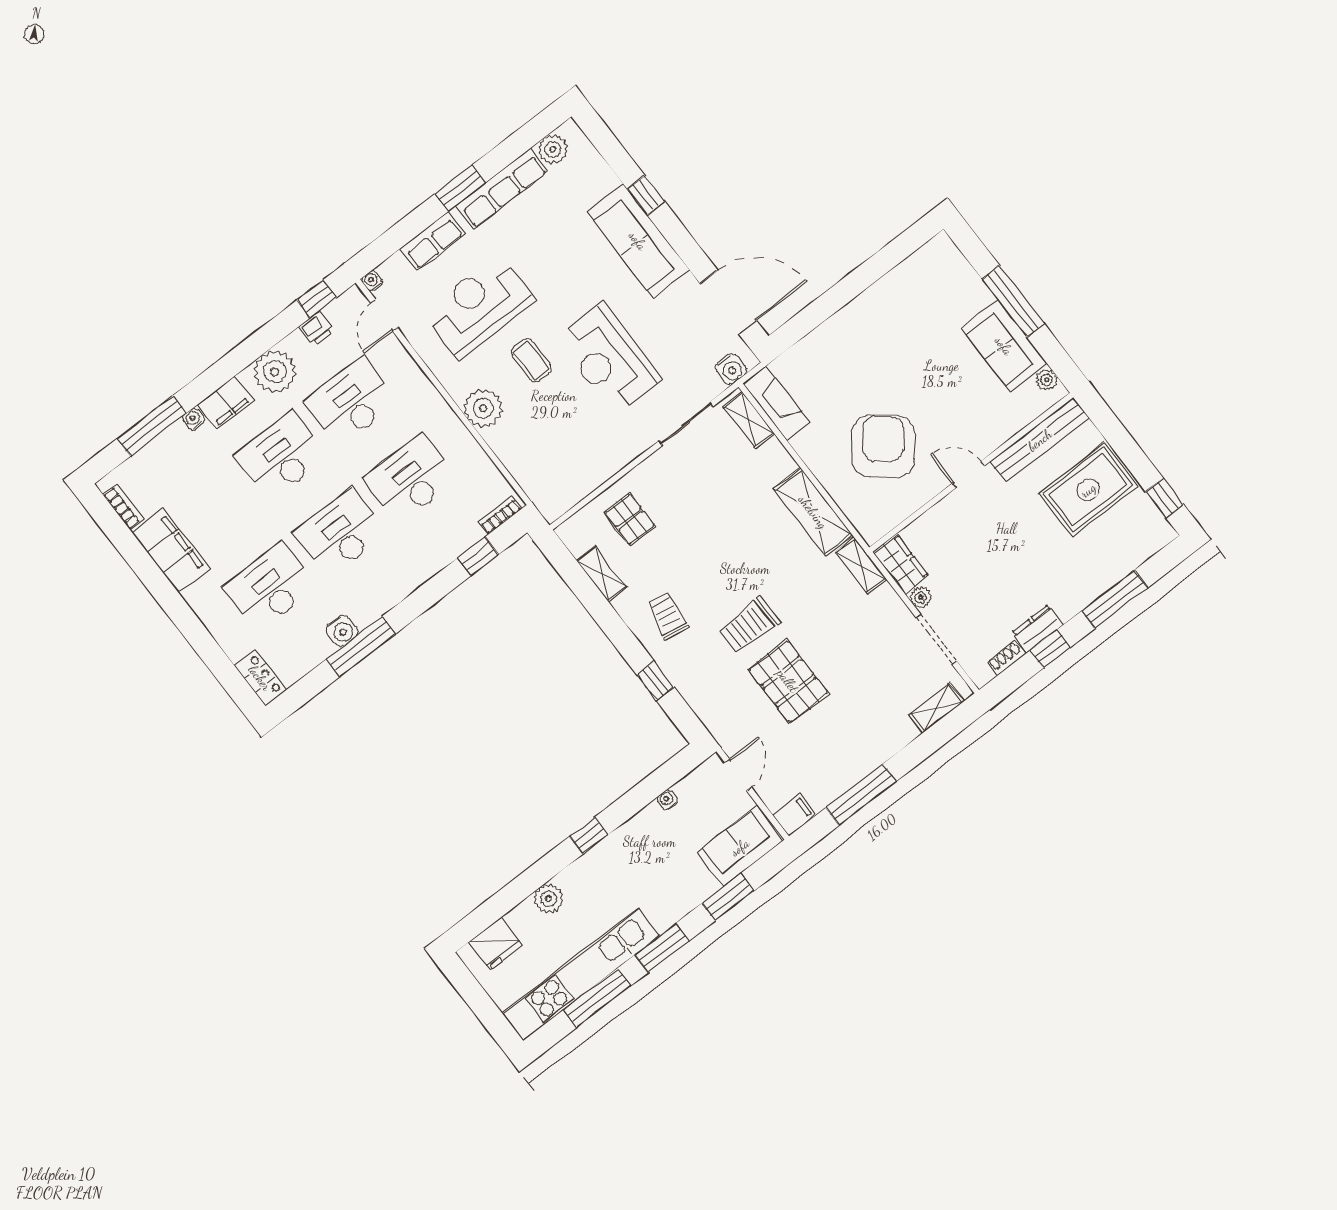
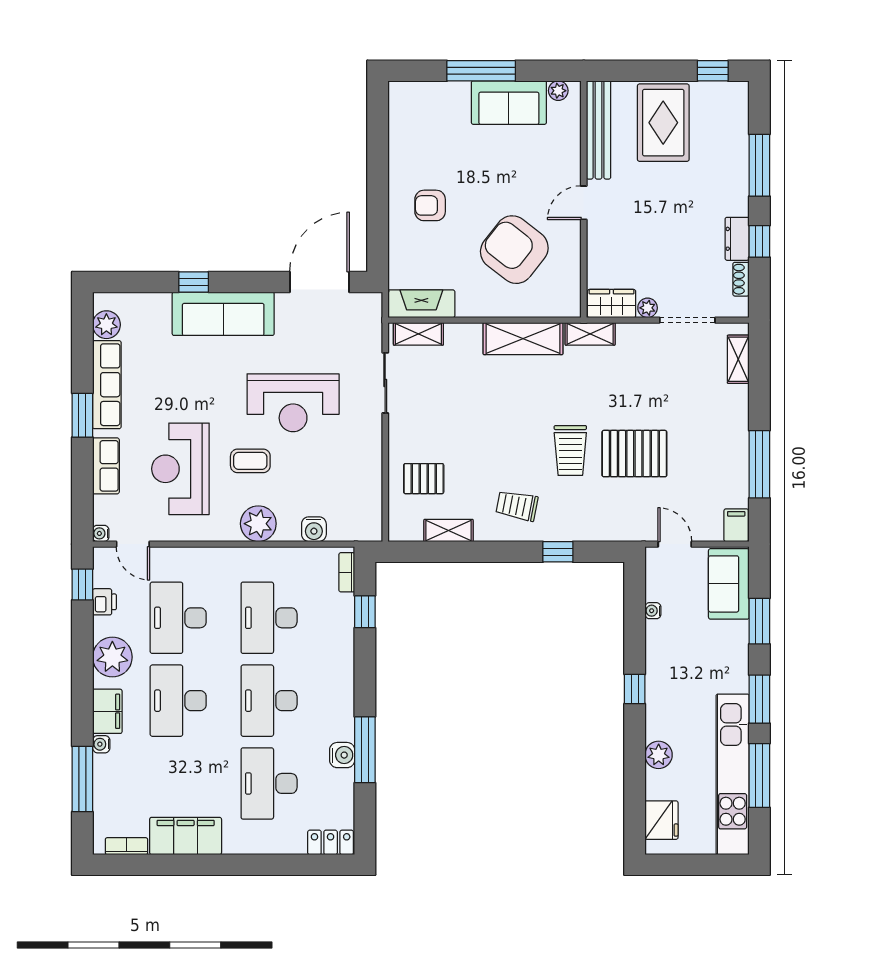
armchair: (865, 346) -> (430, 205), added
water cooler: (731, 369) -> (314, 529), moved, turned 90

